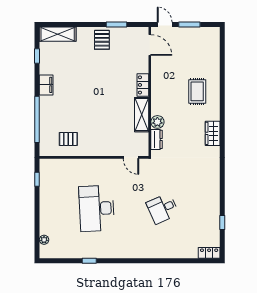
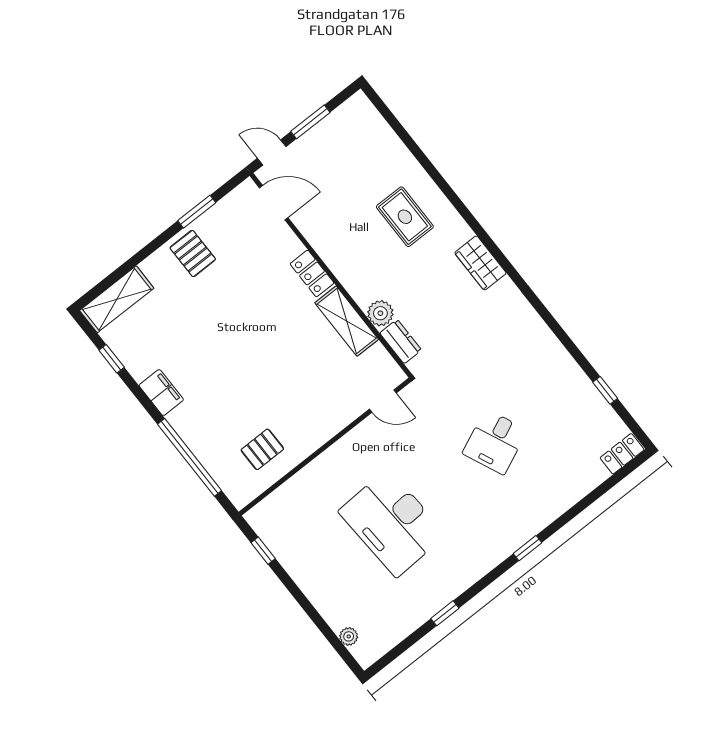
window: (142, 261) -> (527, 548), added

